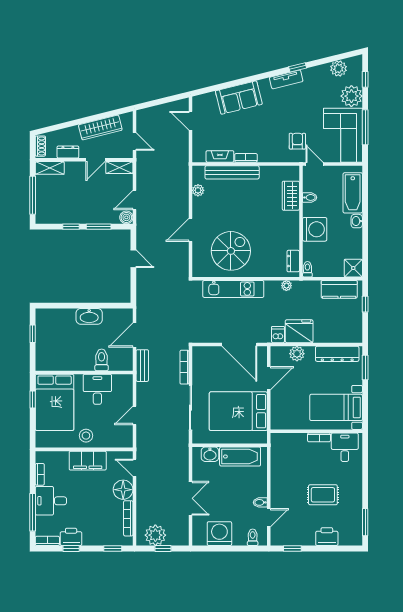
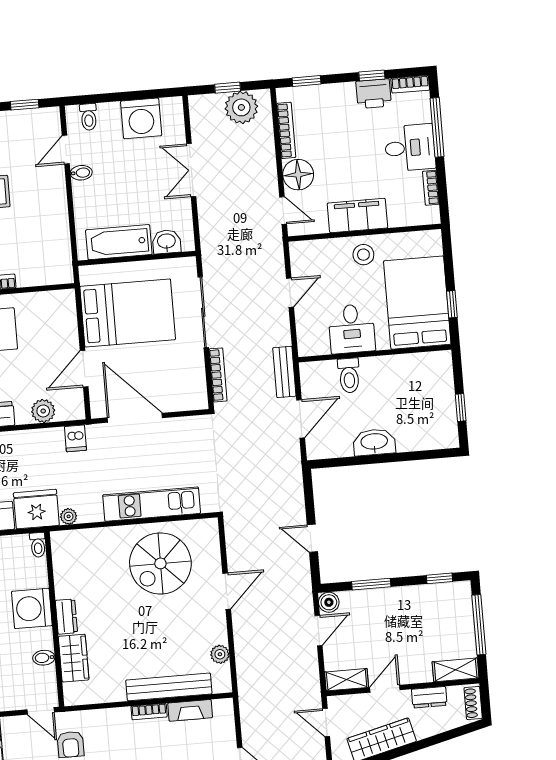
window: (71, 227) -> (440, 578), moved
dresser: (293, 261) -> (66, 617), moved
fridge: (299, 331) -> (36, 509), moved, turned 180

